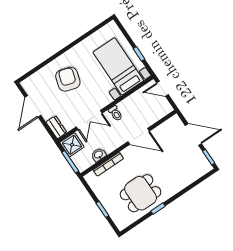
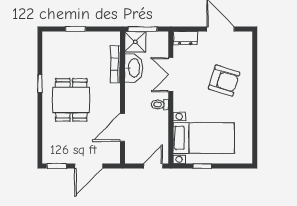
door: (139, 136) -> (122, 128), moved
shower: (72, 145) -> (135, 42), moved
washbasin: (99, 155) -> (134, 68), width x1.91, depth x1.45
dining table: (141, 193) -> (71, 100), moved

